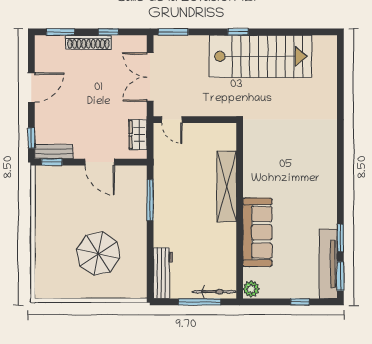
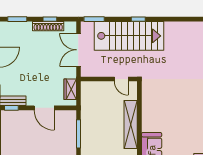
shoe rack: (88, 42) -> (48, 26), moved
stairs: (261, 56) -> (129, 36), moved
door: (172, 120) -> (121, 79), moved

